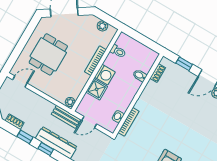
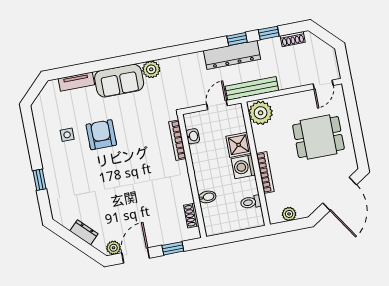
dining table: (48, 54) -> (318, 137), turned 90
plant: (70, 102) -> (261, 113), width x1.87, depth x1.87
bench: (66, 117) -> (252, 88), width x1.36

